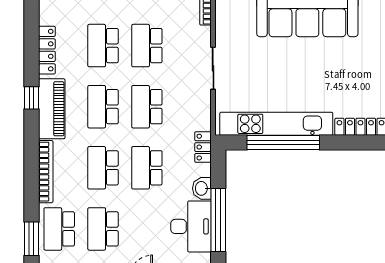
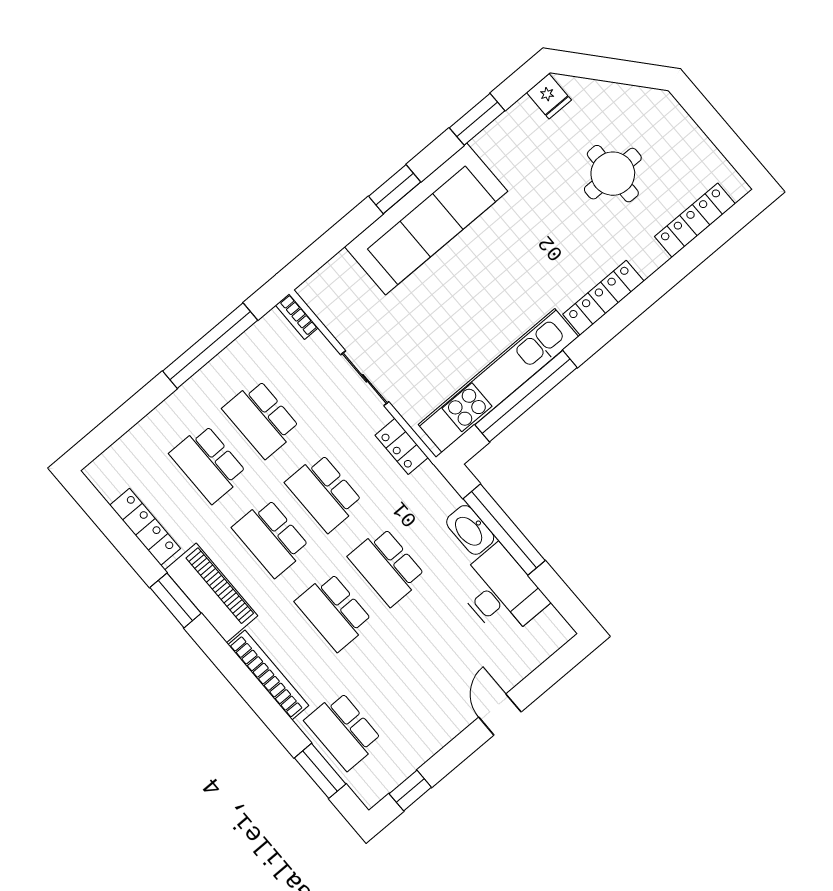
window: (32, 98) -> (175, 600), width x1.50
locker: (203, 147) -> (402, 446), moved
washbasin: (202, 188) -> (470, 530), width x1.38
window: (218, 220) -> (504, 530), moved
school desk: (103, 229) -> (397, 686), removed

